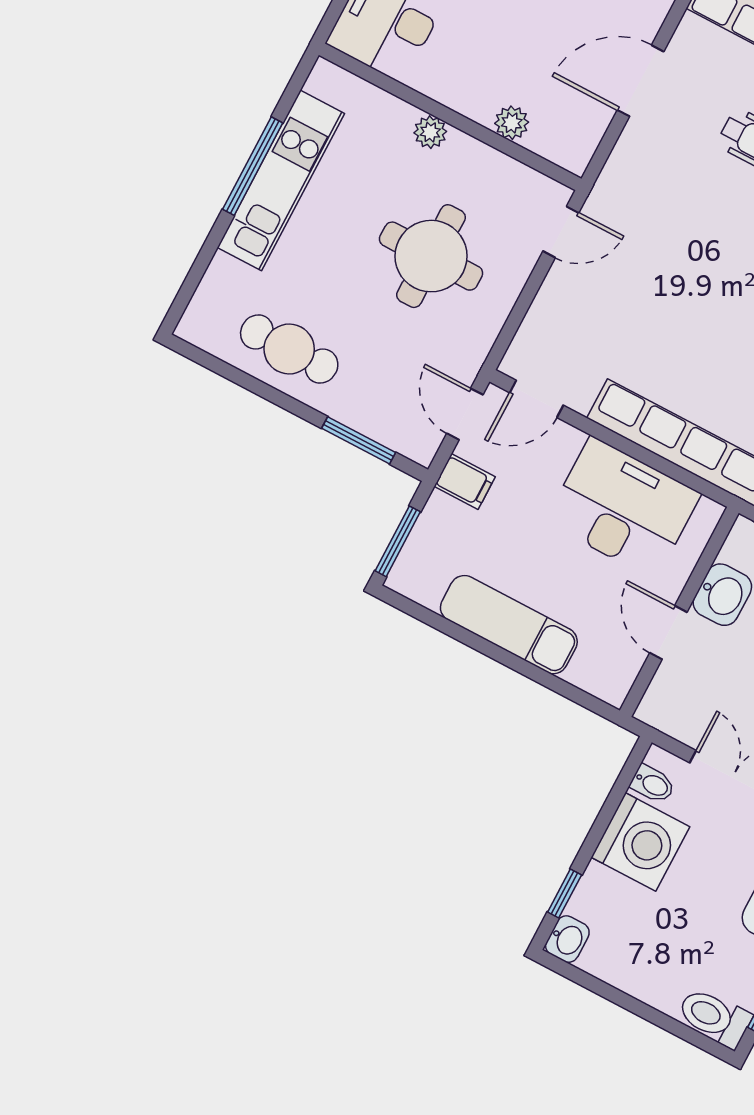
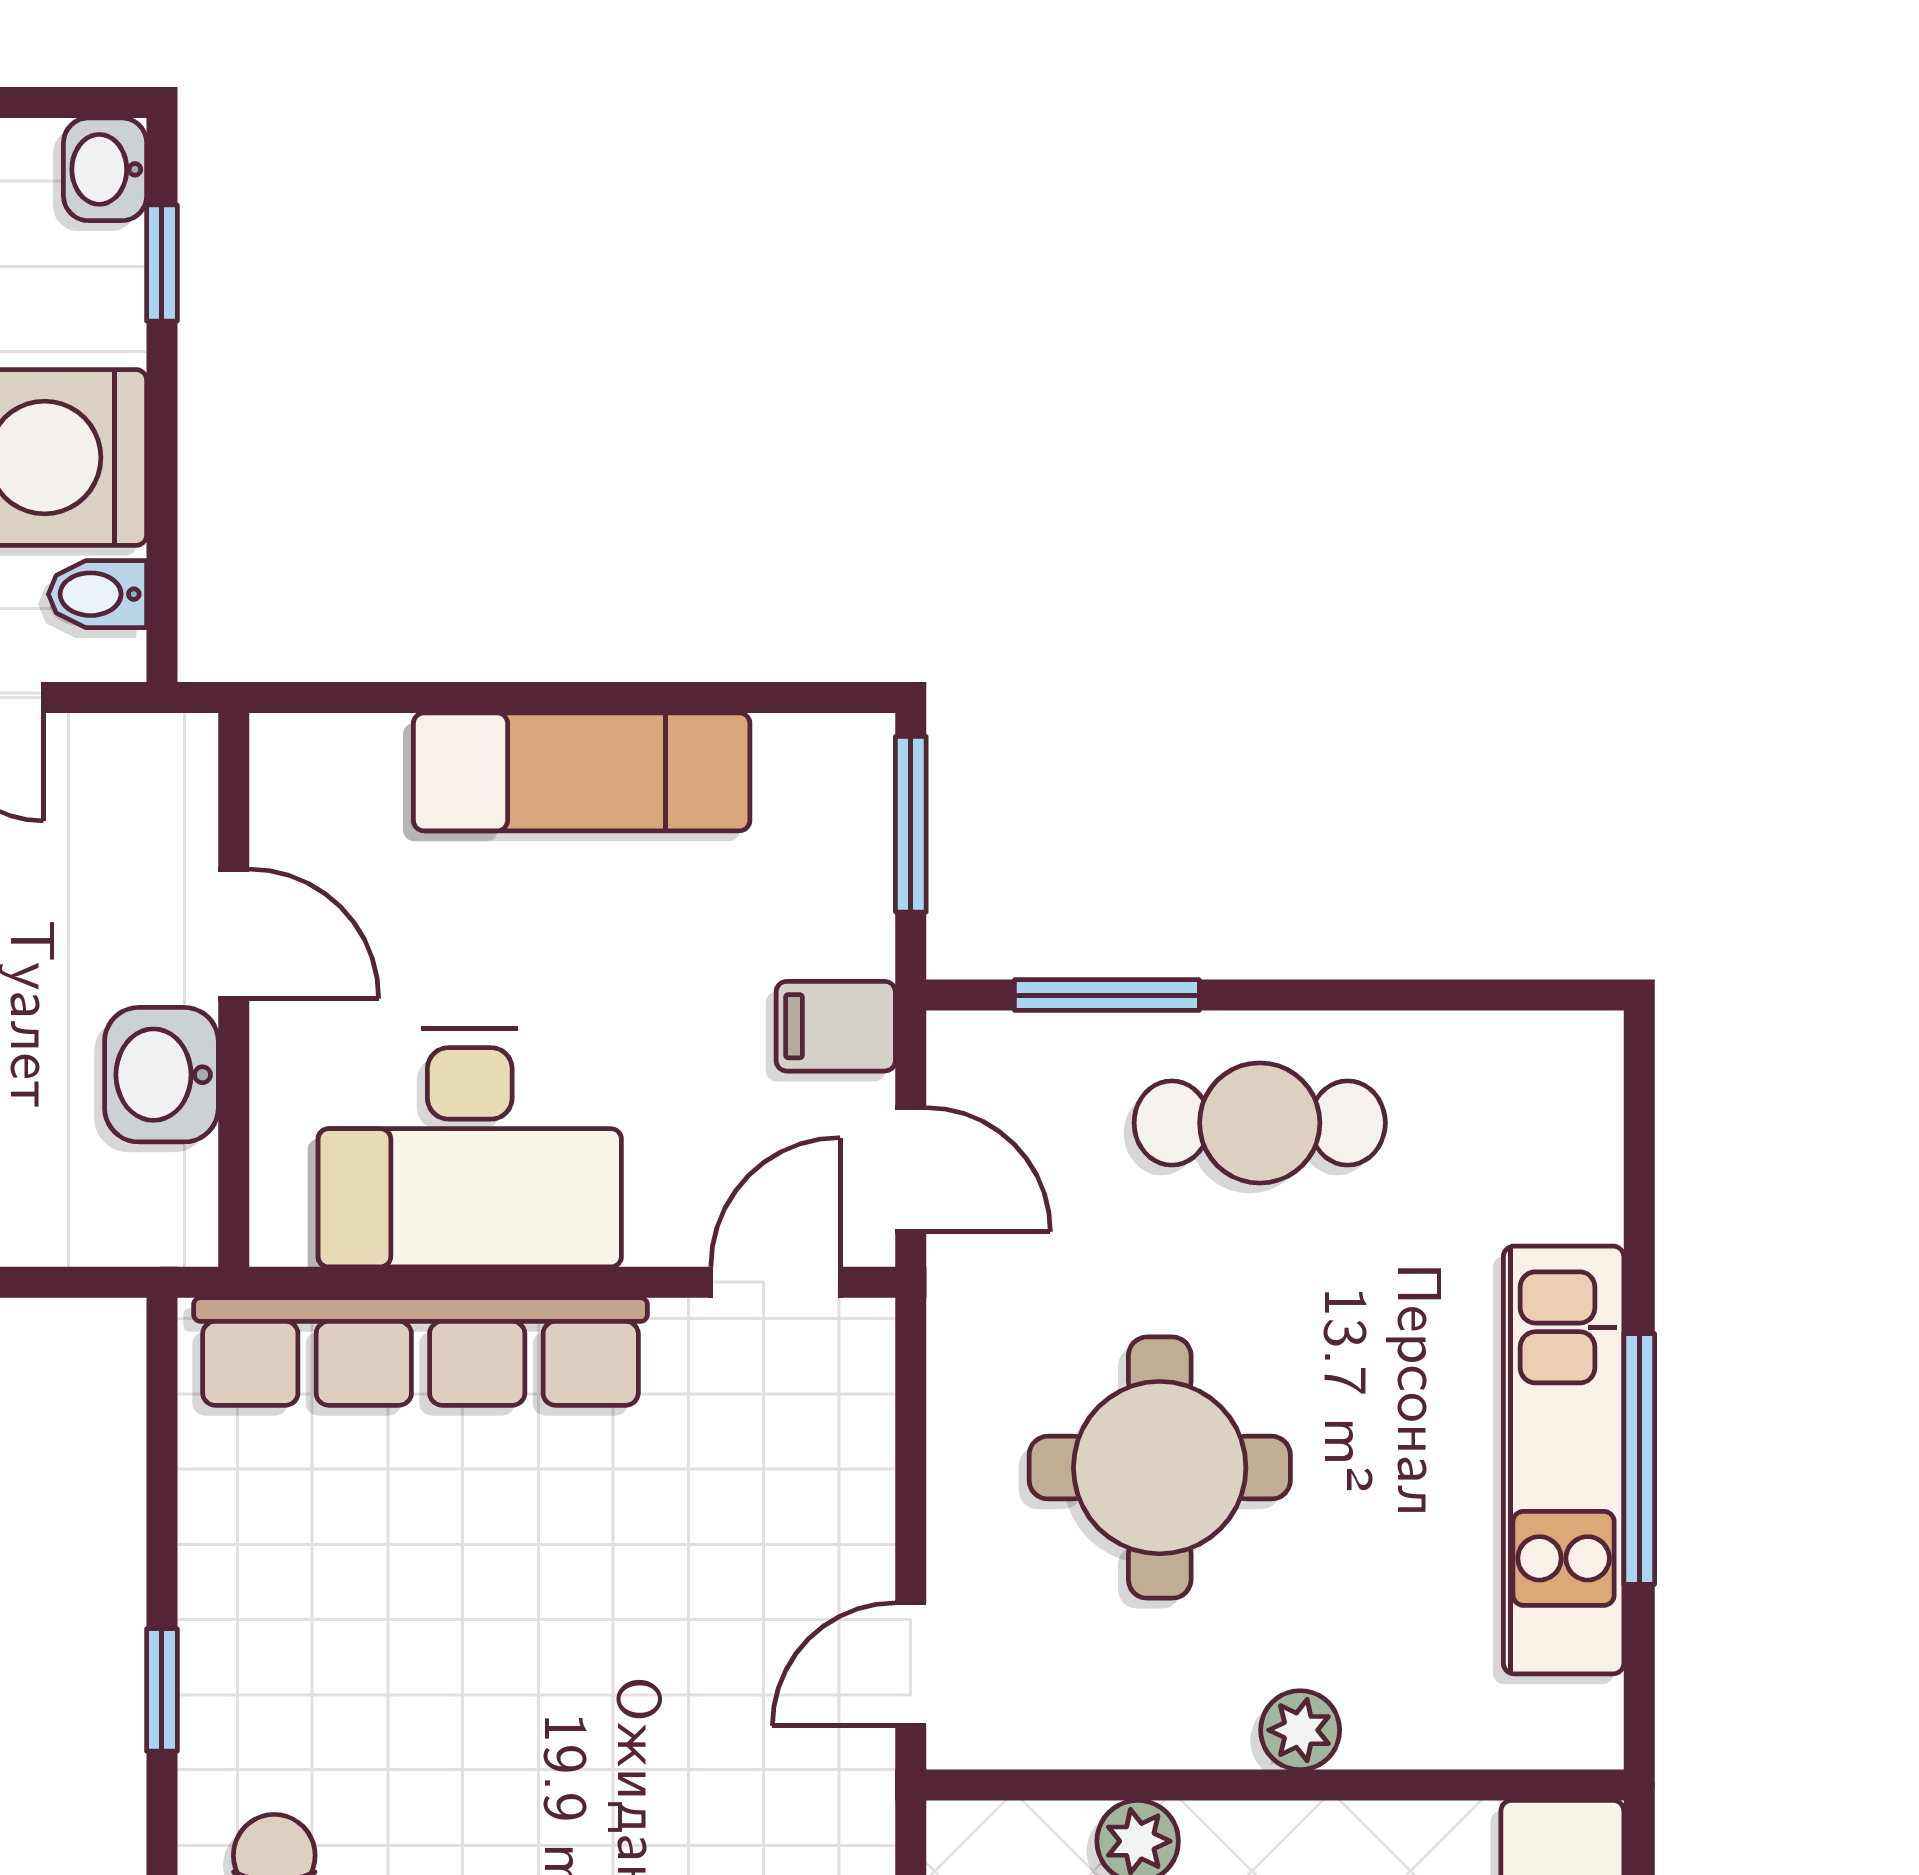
cafe table: (289, 349) -> (1260, 1123), moved

